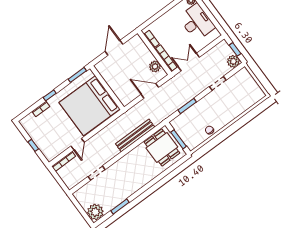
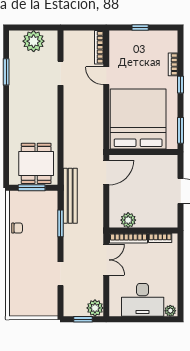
plant: (233, 61) -> (95, 308), moved
door: (150, 91) -> (106, 173), moved
bench: (135, 135) -> (70, 196), moved
dining table: (162, 147) -> (36, 163), turned 90
plant: (95, 212) -> (34, 41), moved

